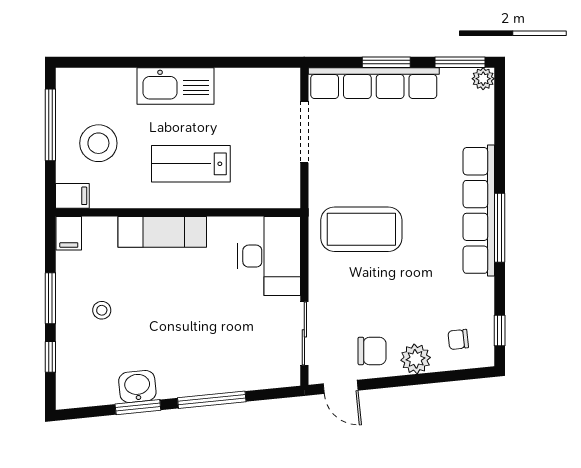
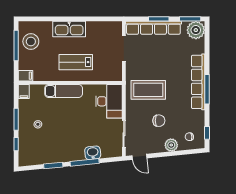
plant: (483, 79) -> (196, 30), width x1.87, depth x1.87
stool: (98, 143) -> (31, 41), moved
chair: (372, 351) -> (159, 121), moved
washbasin: (137, 387) -> (93, 153), moved

